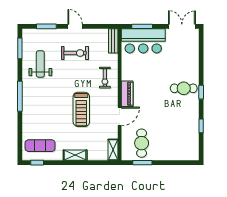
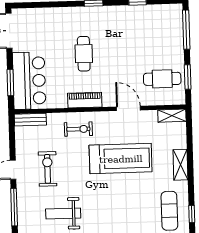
window: (46, 26) -> (14, 207), width x1.44
cafe table: (184, 88) -> (84, 54), moved
piano: (127, 94) -> (85, 100), moved
treadmill: (81, 109) -> (121, 159), width x1.37, depth x1.38
window: (179, 163) -> (186, 30), added

